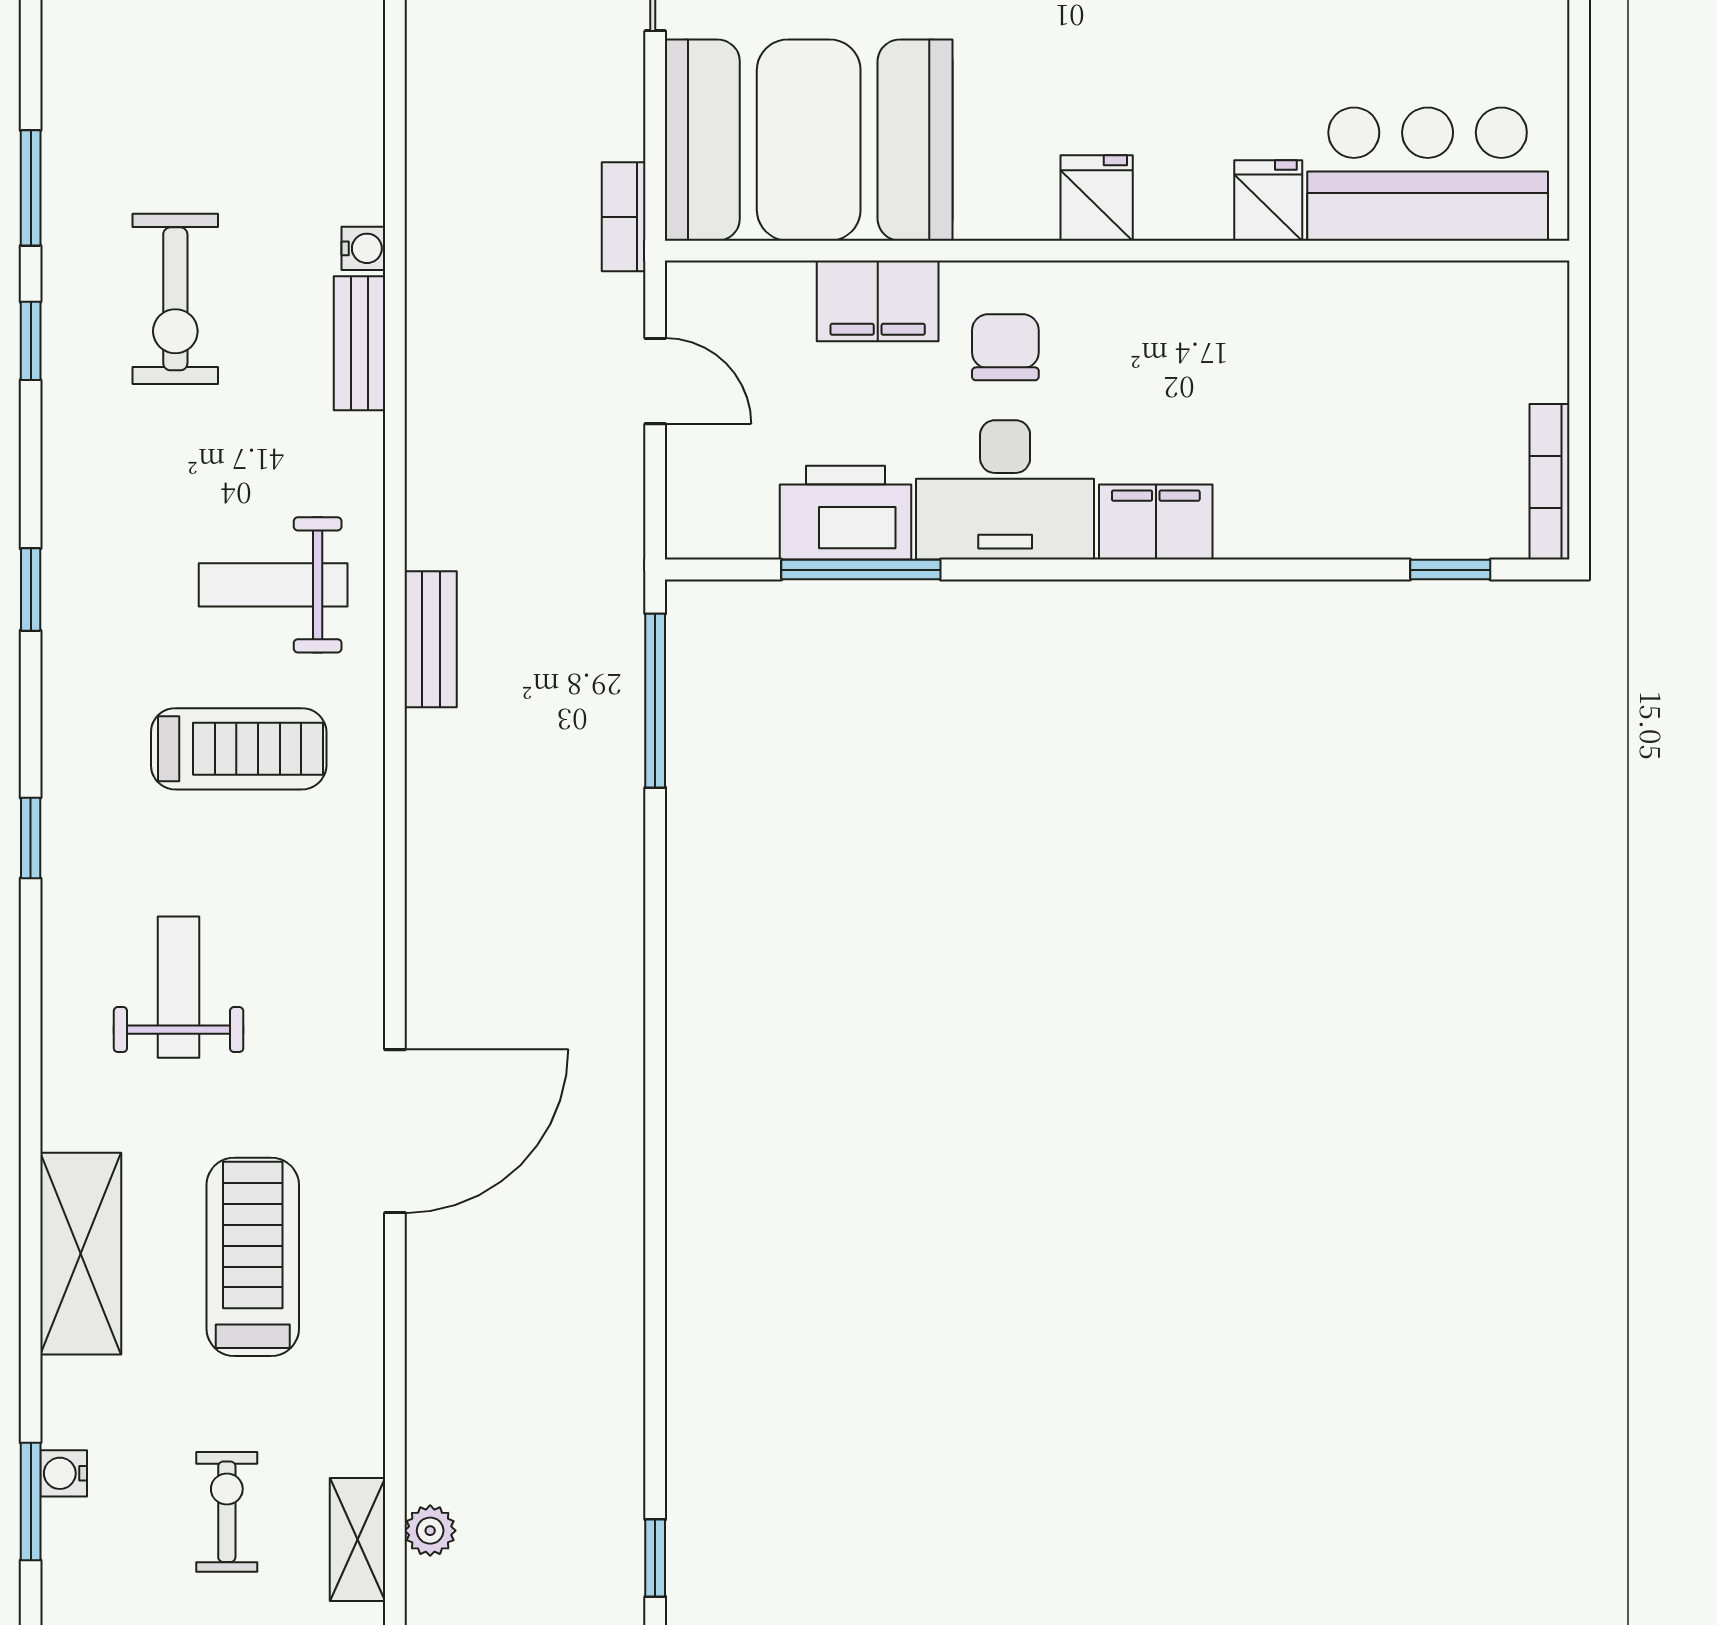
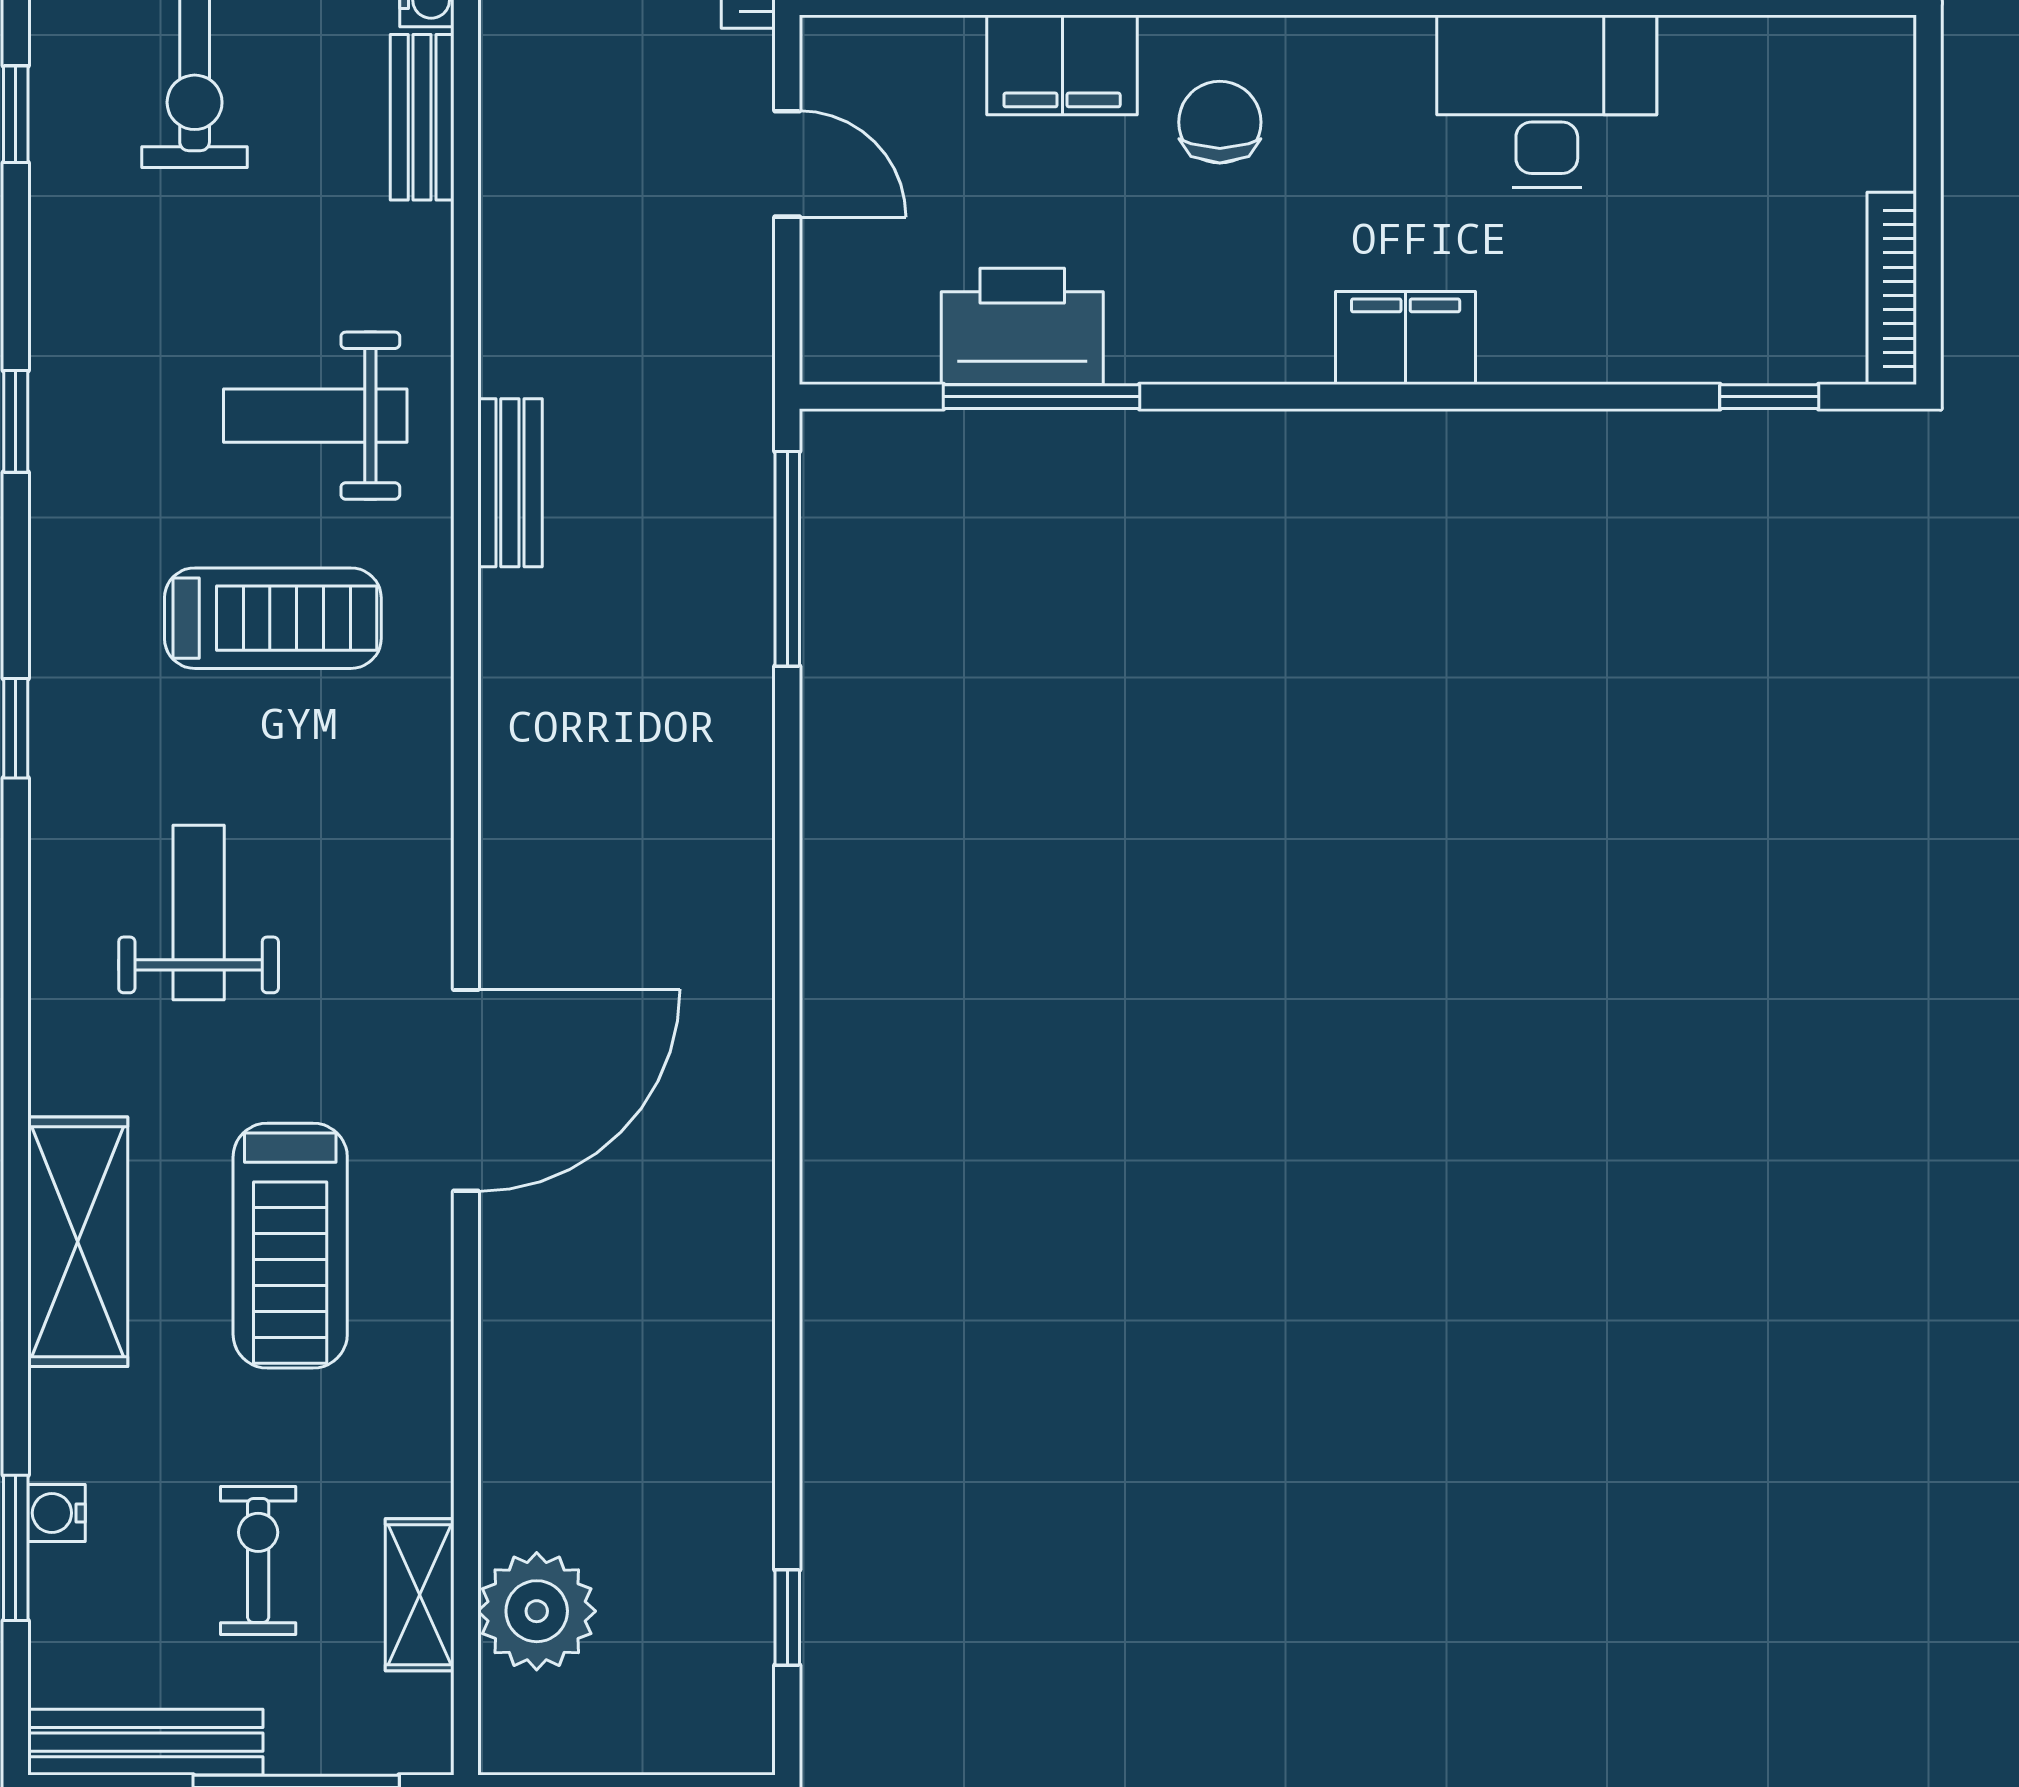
desk: (1005, 490) -> (1547, 101), moved, turned 180
treadmill: (253, 1257) -> (290, 1246), turned 180
plant: (430, 1531) -> (537, 1611), width x1.88, depth x1.88

